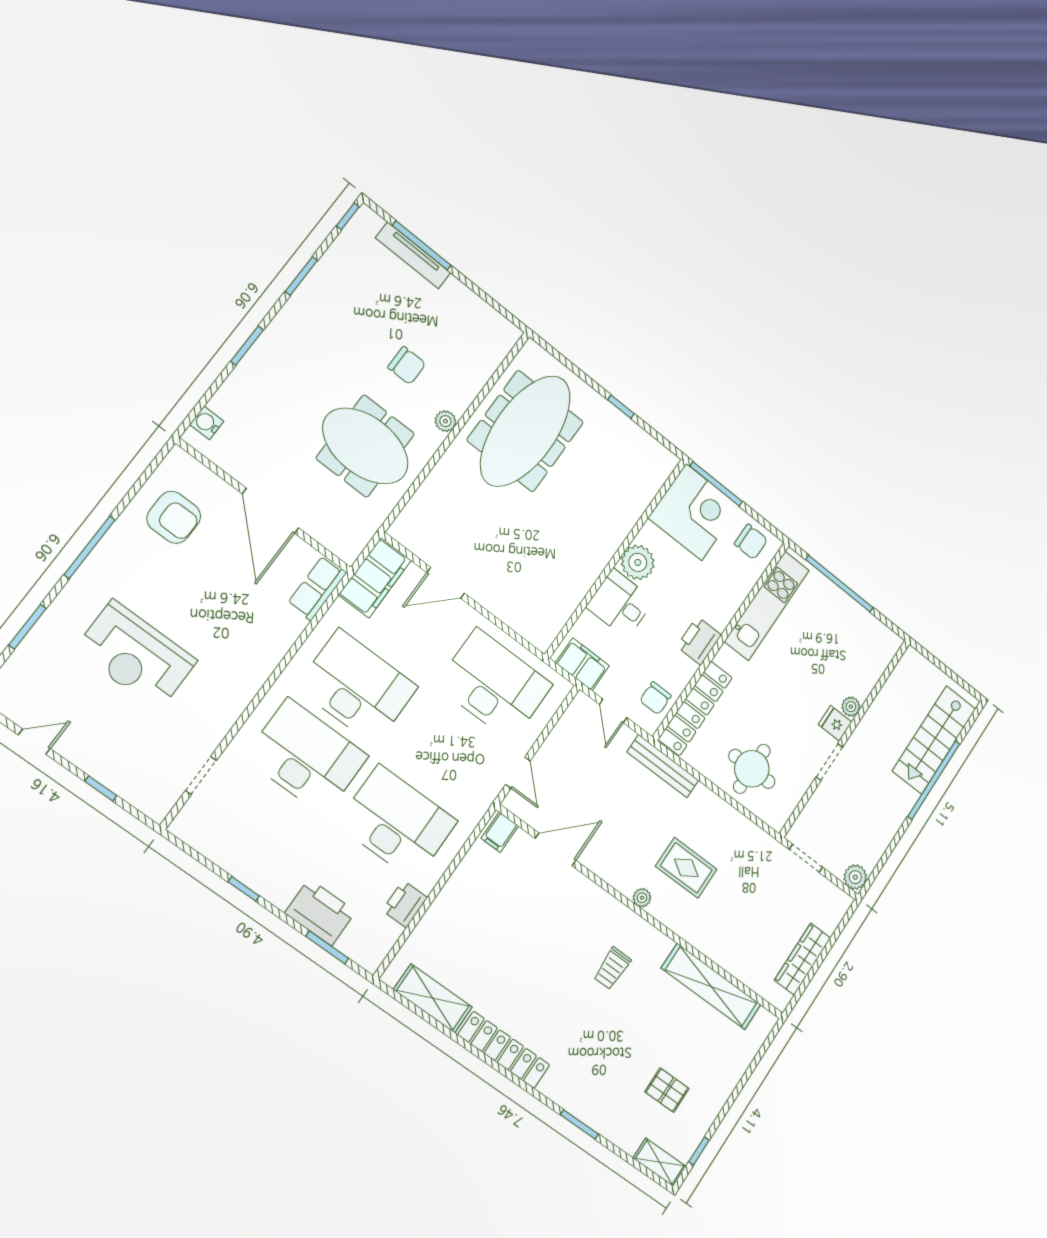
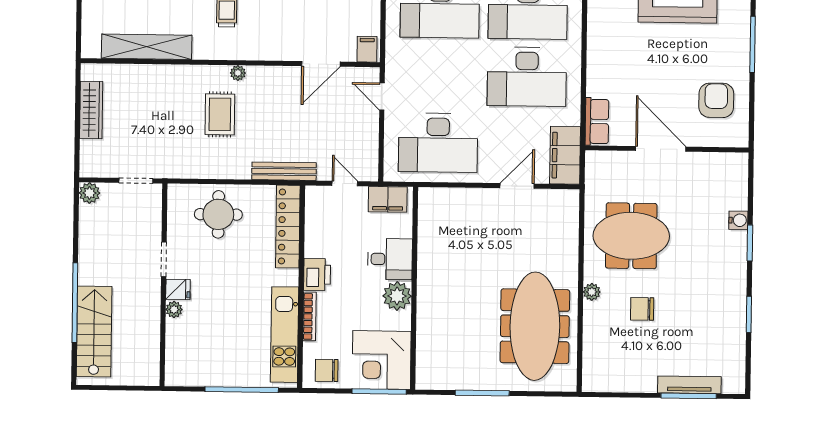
window: (348, 216) -> (748, 377), removed
window: (621, 407) -> (482, 393), width x2.17
water cooler: (207, 423) -> (738, 220), moved
armchair: (174, 517) -> (716, 100), turned 90
bookcase: (733, 606) -> (309, 316), added
chair: (655, 698) -> (321, 213), removed
rug: (686, 868) -> (220, 114), turned 90

